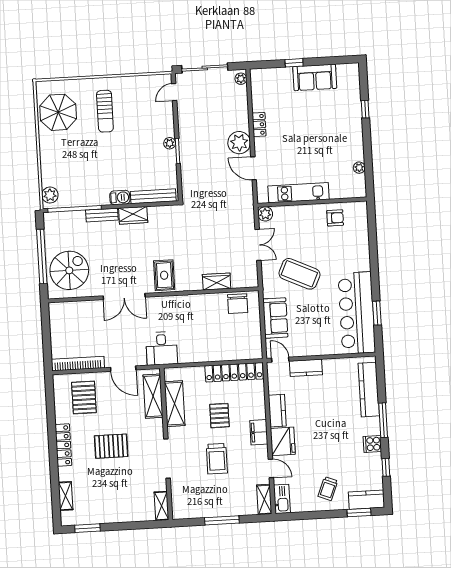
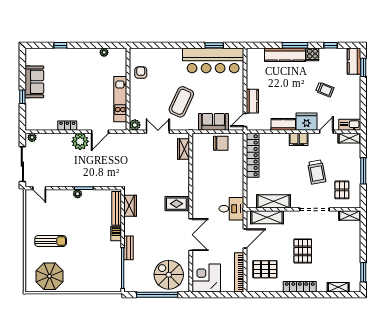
plant: (50, 195) -> (111, 286), removed
wardrobe: (133, 215) -> (130, 206), moved
wardrobe: (217, 281) -> (183, 149), moved
chair: (238, 304) -> (221, 143), moved
corner desk: (68, 320) -> (206, 278), added
kitchen counter: (369, 390) -> (285, 55), moved
pallet: (219, 416) -> (342, 190), moved, turned 90
trolley: (217, 459) -> (317, 172), turned 80
trolley: (328, 489) -> (325, 90), moved

